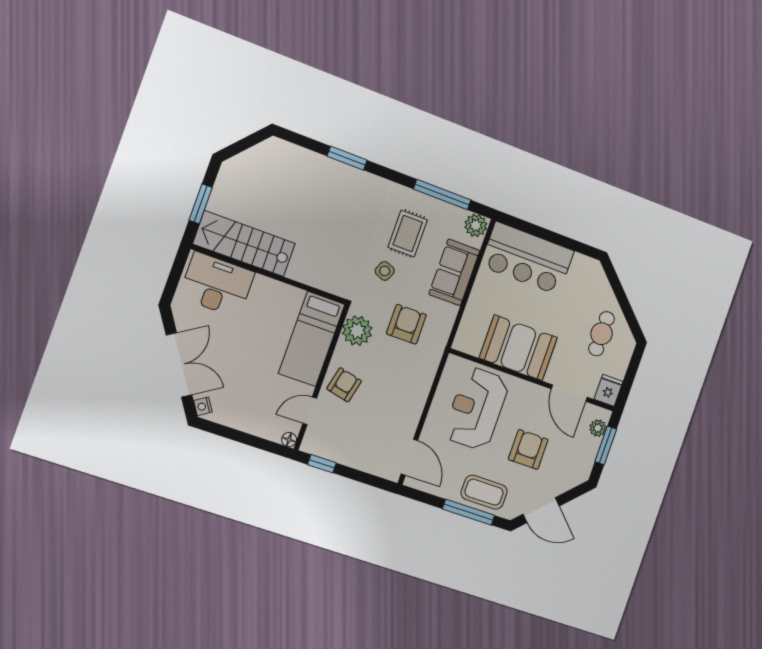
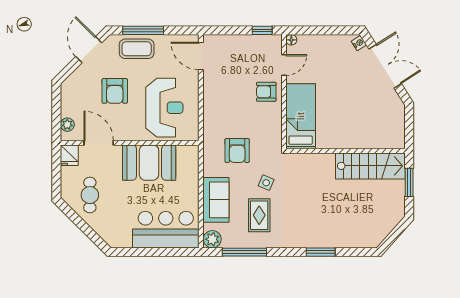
desk: (217, 285) -> (379, 131), removed
plant: (357, 331) -> (271, 133), removed
double door: (179, 365) -> (385, 66), swing flipped
armchair: (344, 385) -> (266, 92), turned 77
window: (606, 445) -> (56, 114), removed
door: (541, 510) -> (89, 50), hinge flipped

